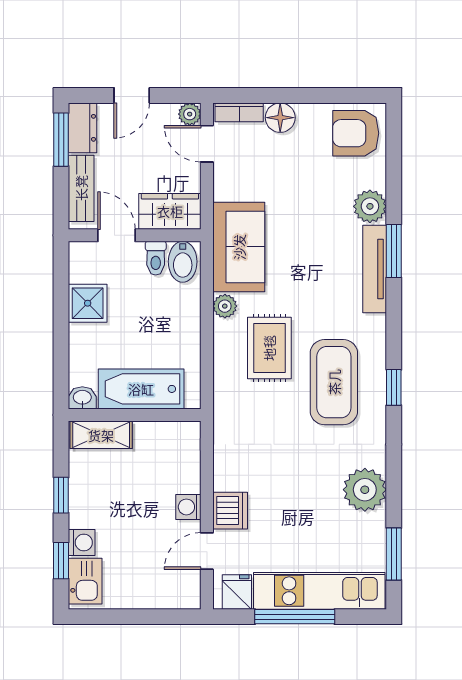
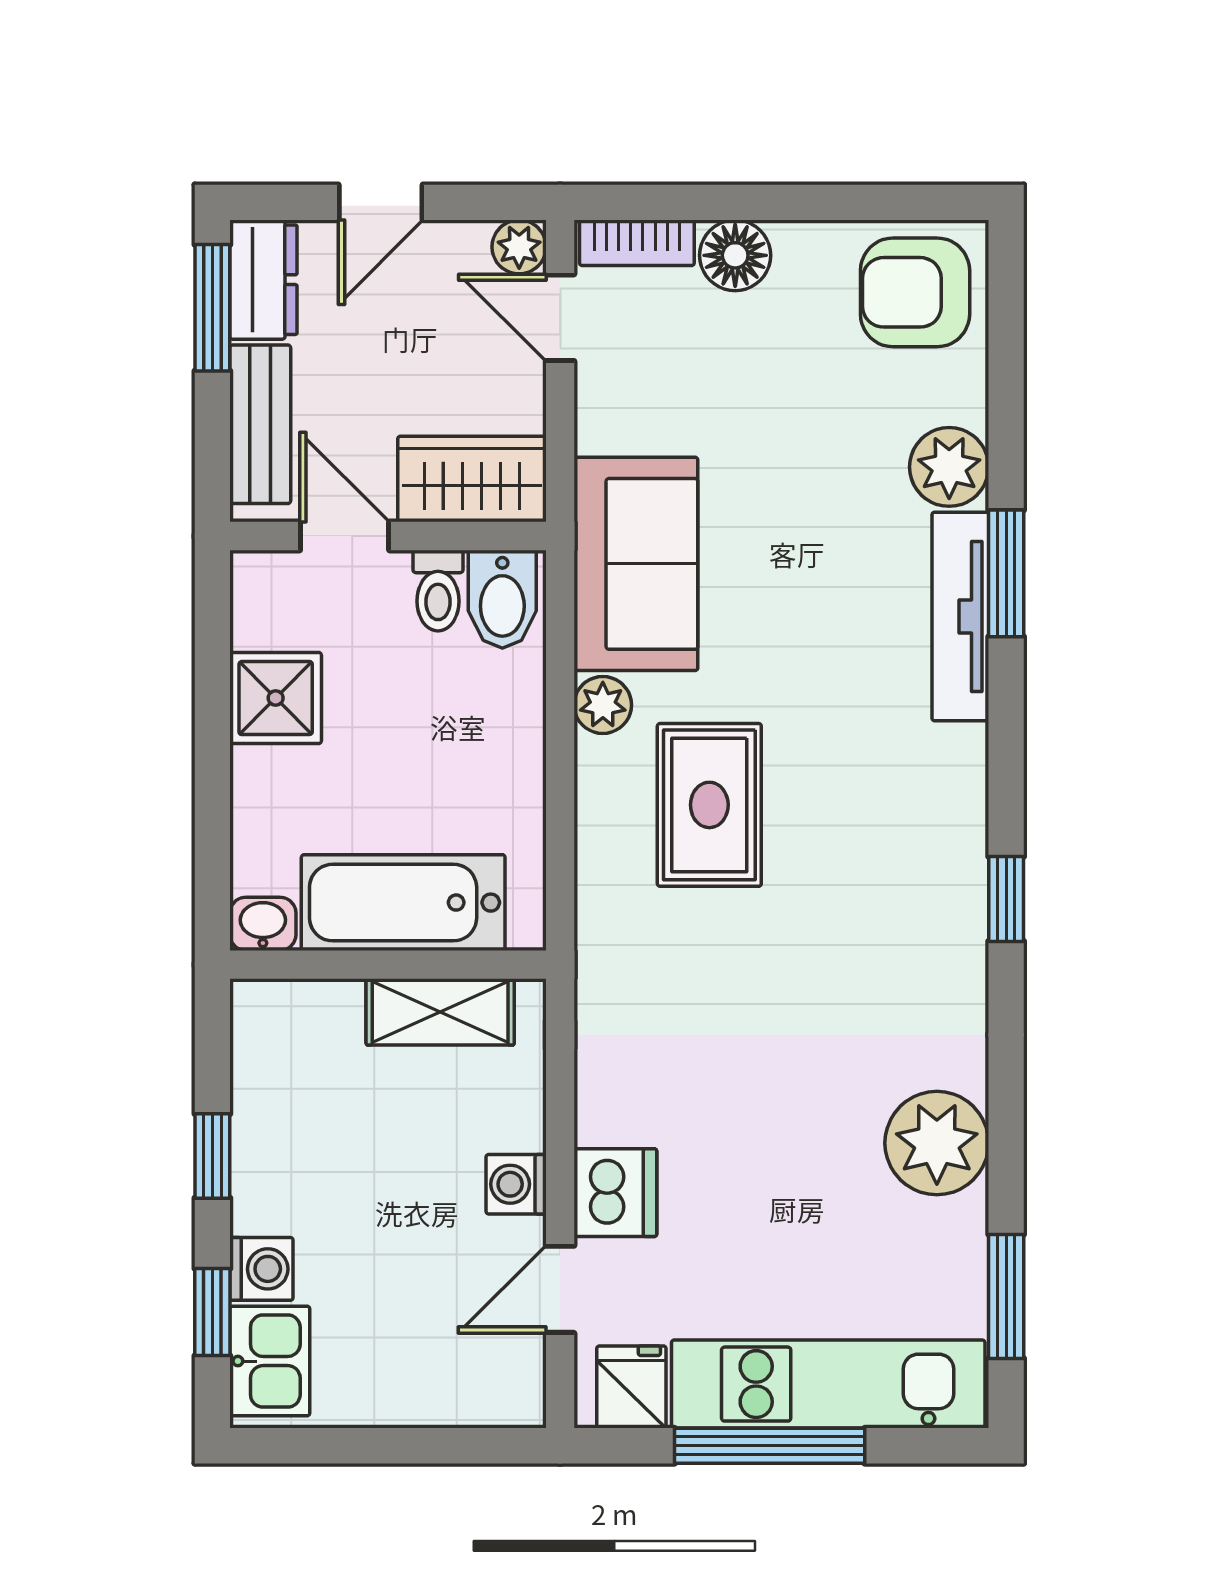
coffee table: (334, 382) -> (863, 886), removed
shelving: (101, 435) -> (440, 1012), moved

